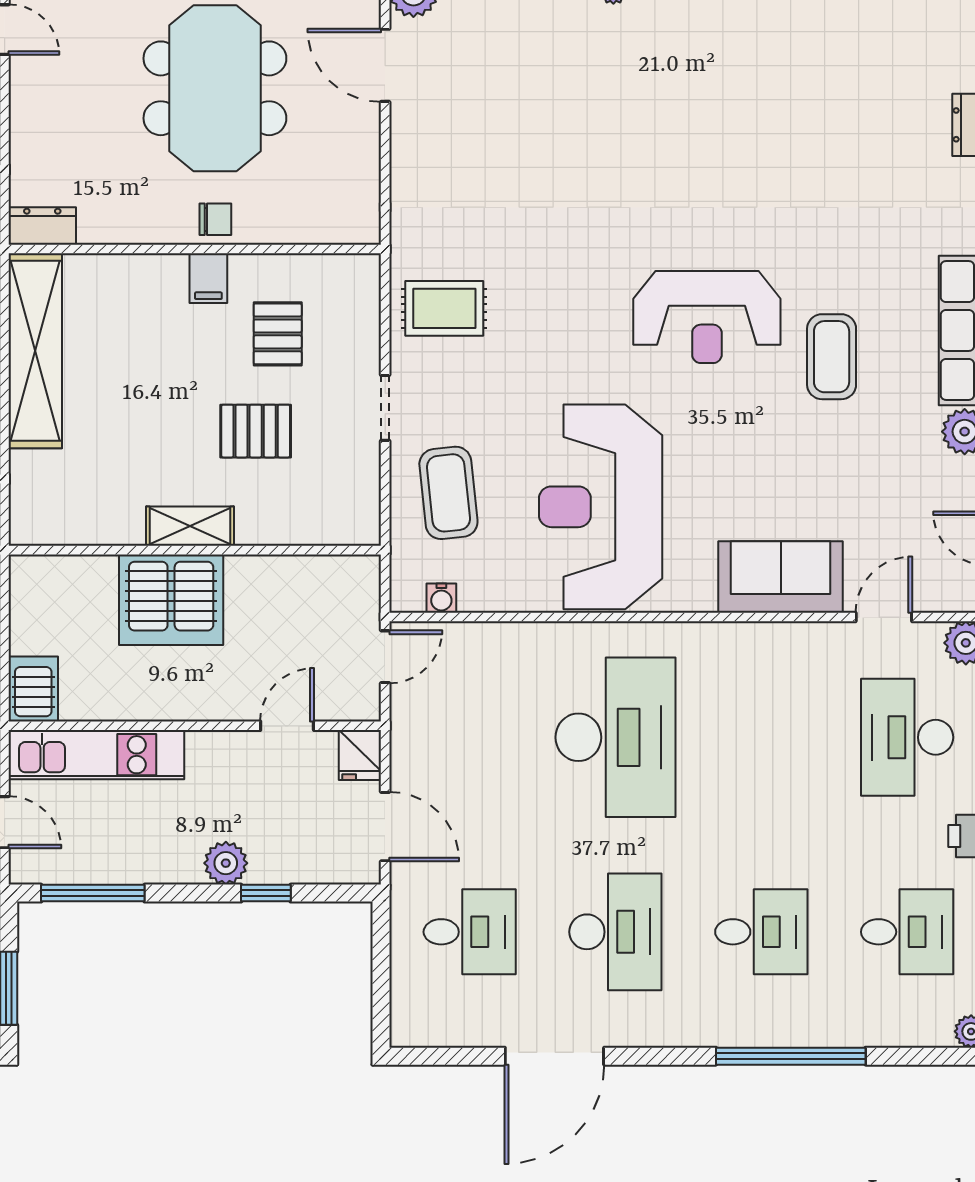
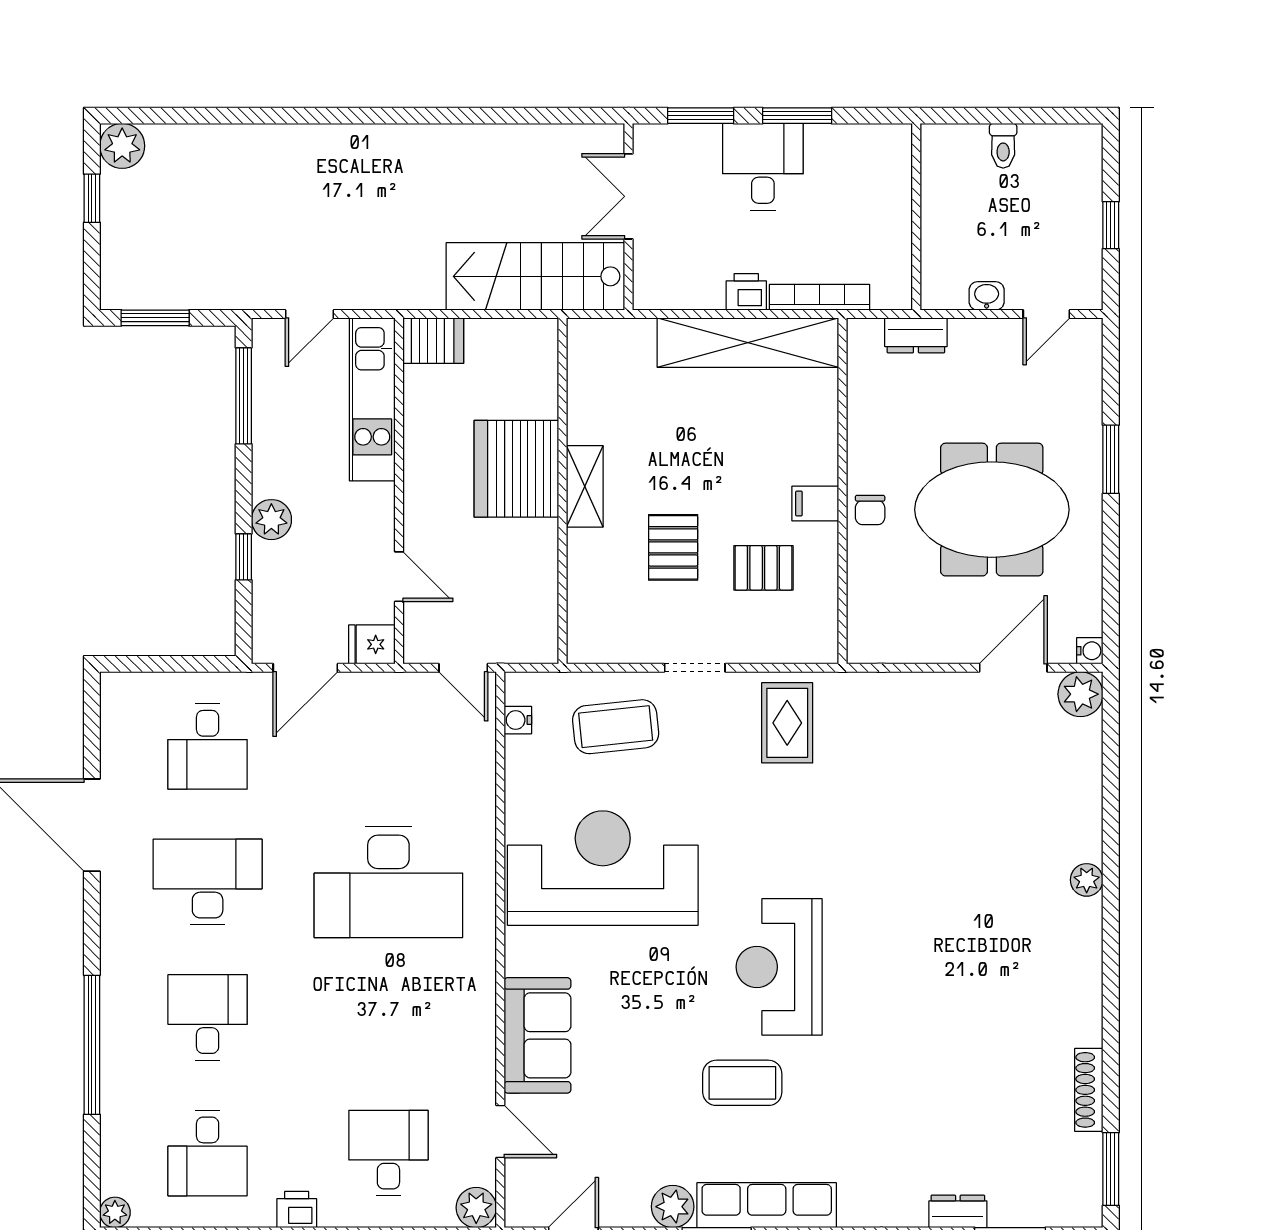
dresser: (42, 226) -> (916, 335), moved, turned 90
desk: (907, 737) -> (388, 1153), width x0.73
desk: (615, 932) -> (208, 882), turned 180
desk: (761, 932) -> (208, 1017), turned 180

